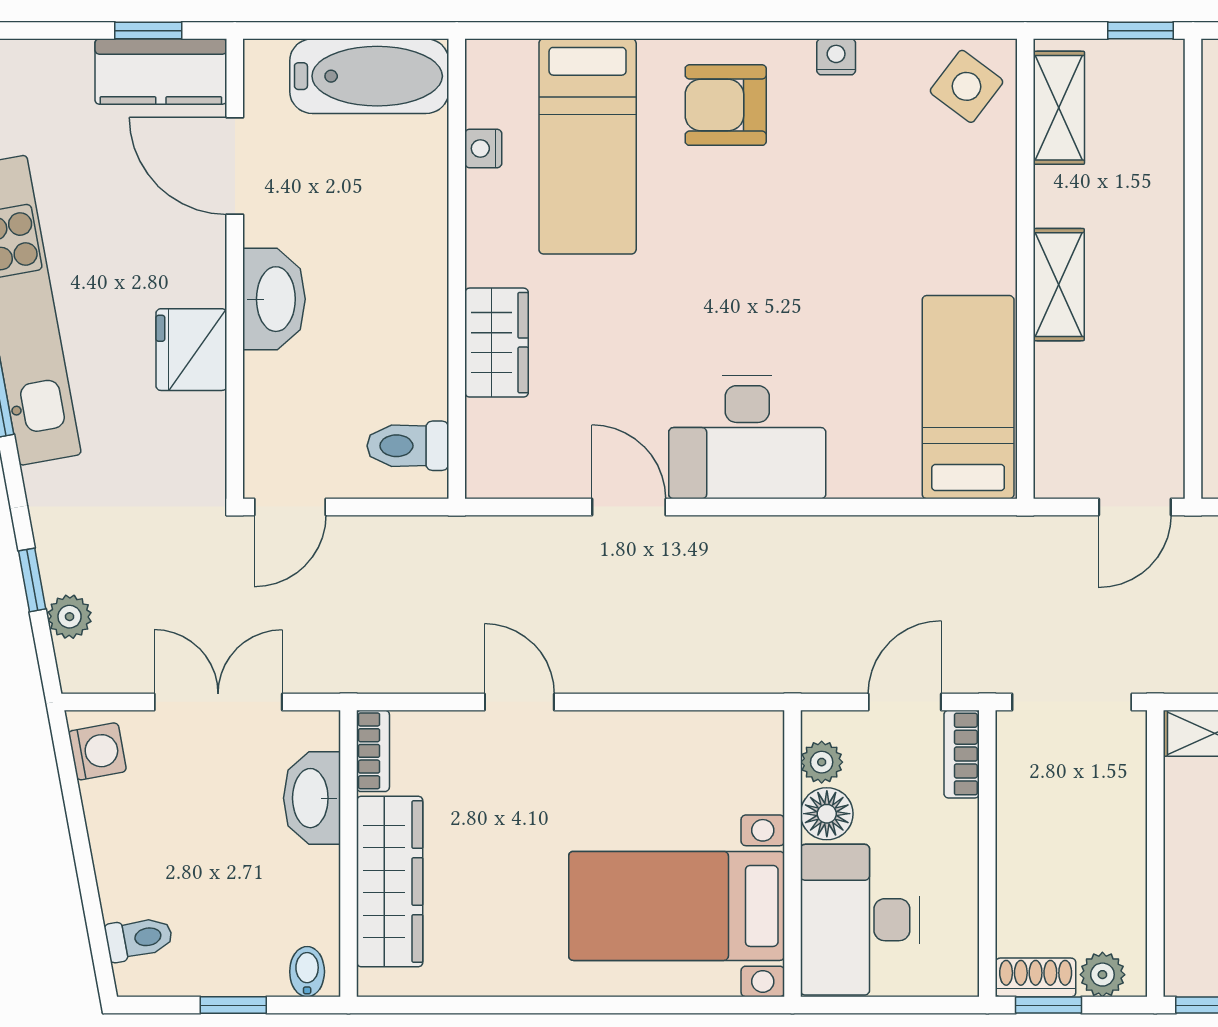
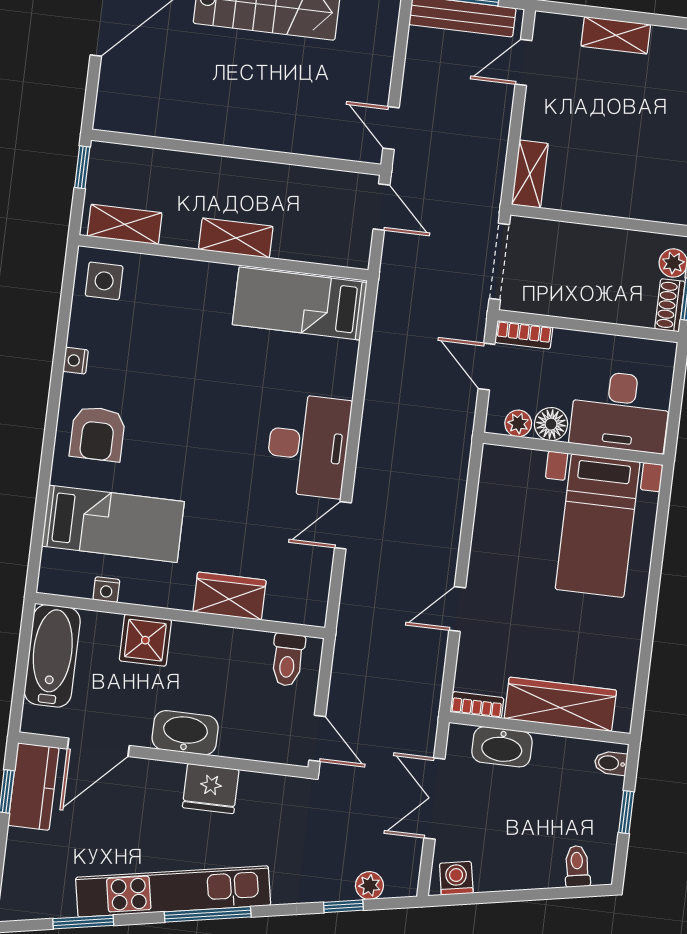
side table: (967, 86) -> (104, 281), turned -37
shower: (411, 219) -> (145, 640), added

